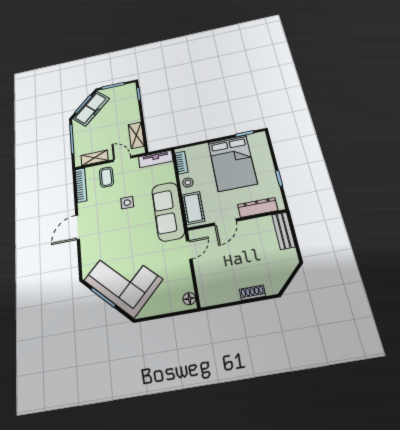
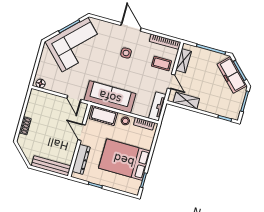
door: (122, 159) -> (171, 81), hinge flipped
side table: (127, 203) -> (126, 53), moved
bench: (284, 231) -> (51, 166), width x1.36

